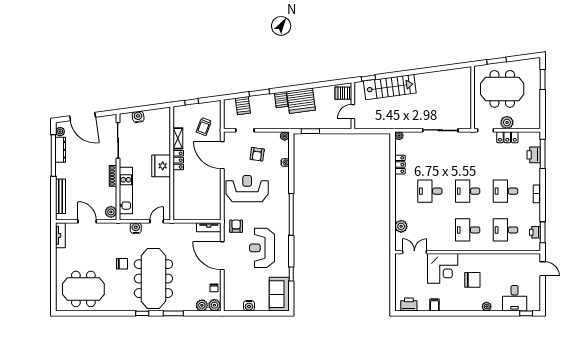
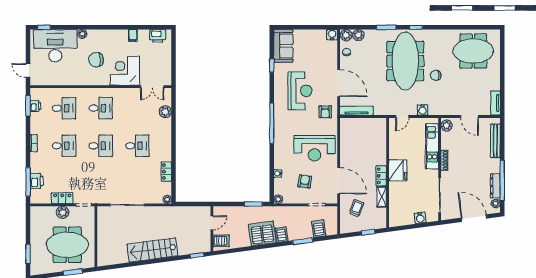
stairs: (390, 87) -> (152, 250), moved
tv unit: (209, 227) -> (357, 111), width x1.41
desk: (515, 298) -> (55, 46), width x1.87, depth x1.30
water cooler: (249, 306) -> (332, 35), moved

